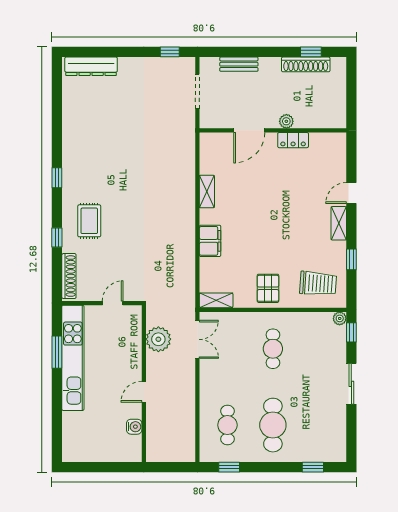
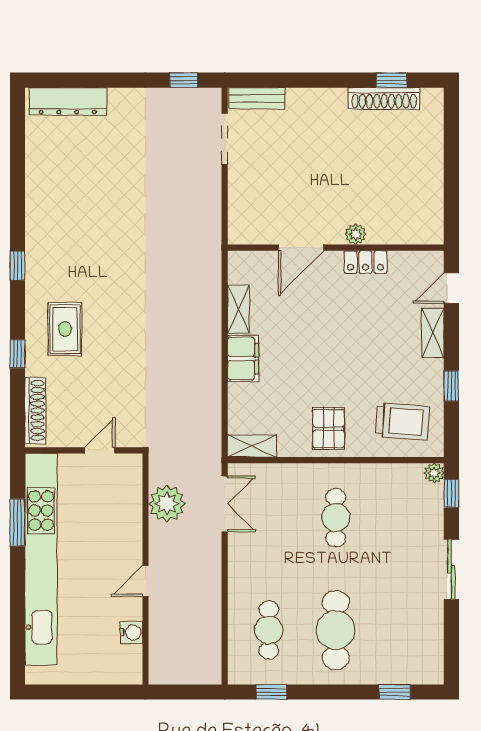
bench: (239, 64) -> (257, 98), moved
plant: (286, 121) -> (356, 234), moved
door: (249, 130) -> (301, 248), moved
wall: (273, 130) -> (336, 248), moved
locker: (293, 140) -> (365, 262), moved
shelving: (207, 191) -> (238, 309), moved
kitchen unit: (73, 358) -> (41, 559), width x1.36

